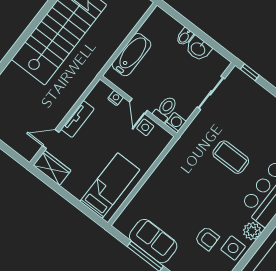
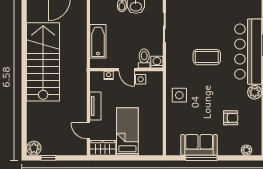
door: (51, 139) -> (88, 131), hinge flipped
bed: (110, 186) -> (127, 131), moved
side table: (233, 248) -> (179, 95), moved

